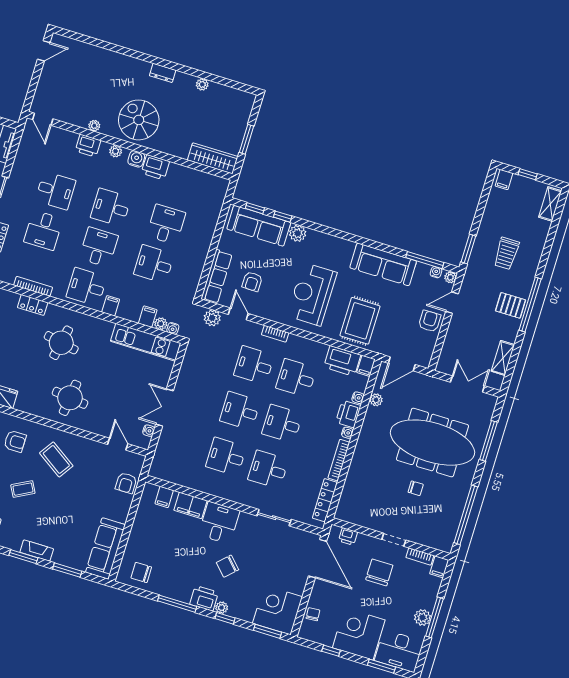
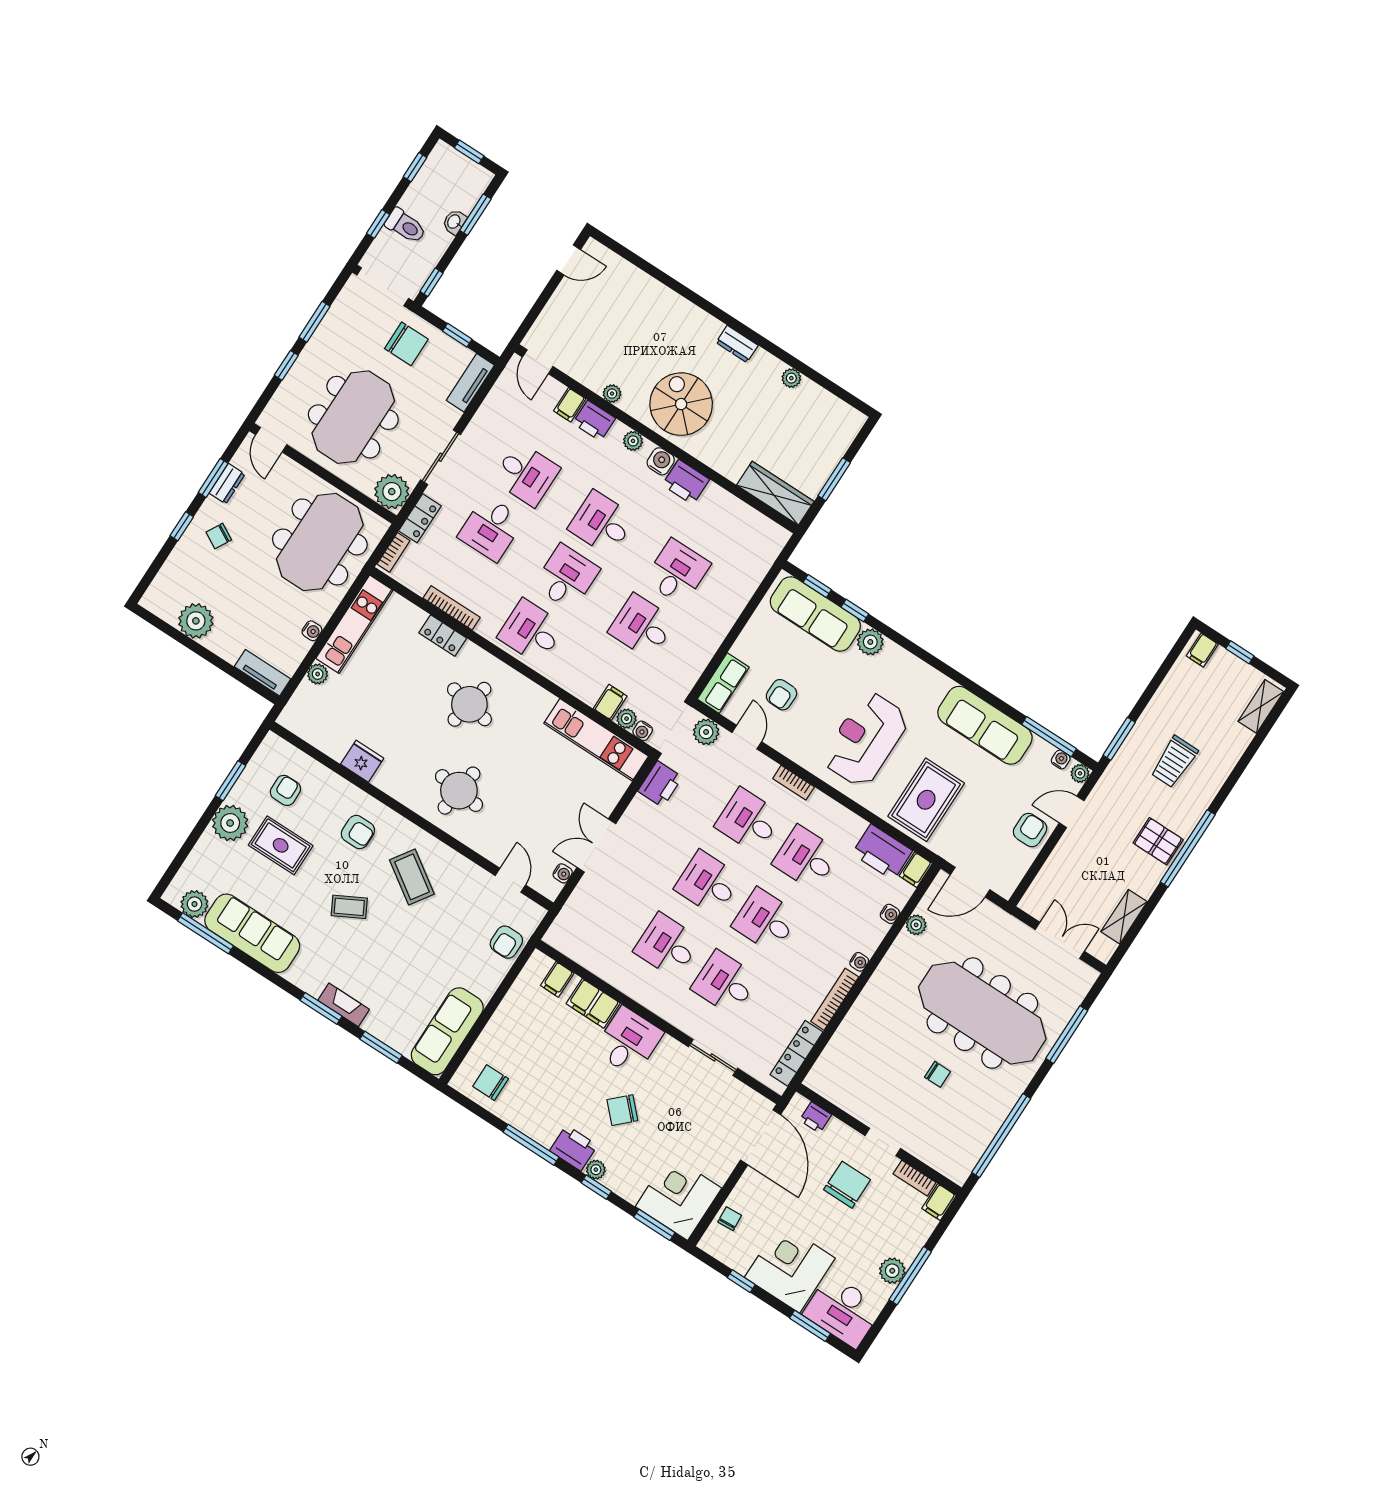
row of seats: (217, 277) -> (723, 683), width x0.68
filing cabinet: (111, 306) -> (570, 405), moved, turned 180
printer: (348, 414) -> (660, 784), moved, turned 180

